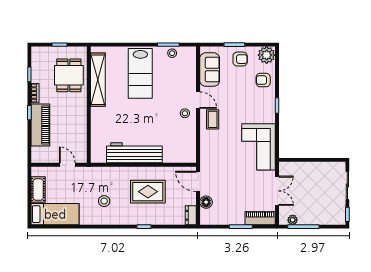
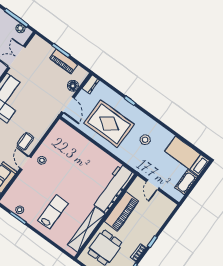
lab bench: (140, 73) -> (53, 212), width x0.73, depth x0.72
piano: (40, 125) -> (122, 211), moved, turned 180
workbench: (134, 153) -> (113, 188), moved, turned 90
rug: (148, 192) -> (109, 124), width x1.37, depth x1.44
piano: (260, 218) -> (64, 62), moved

